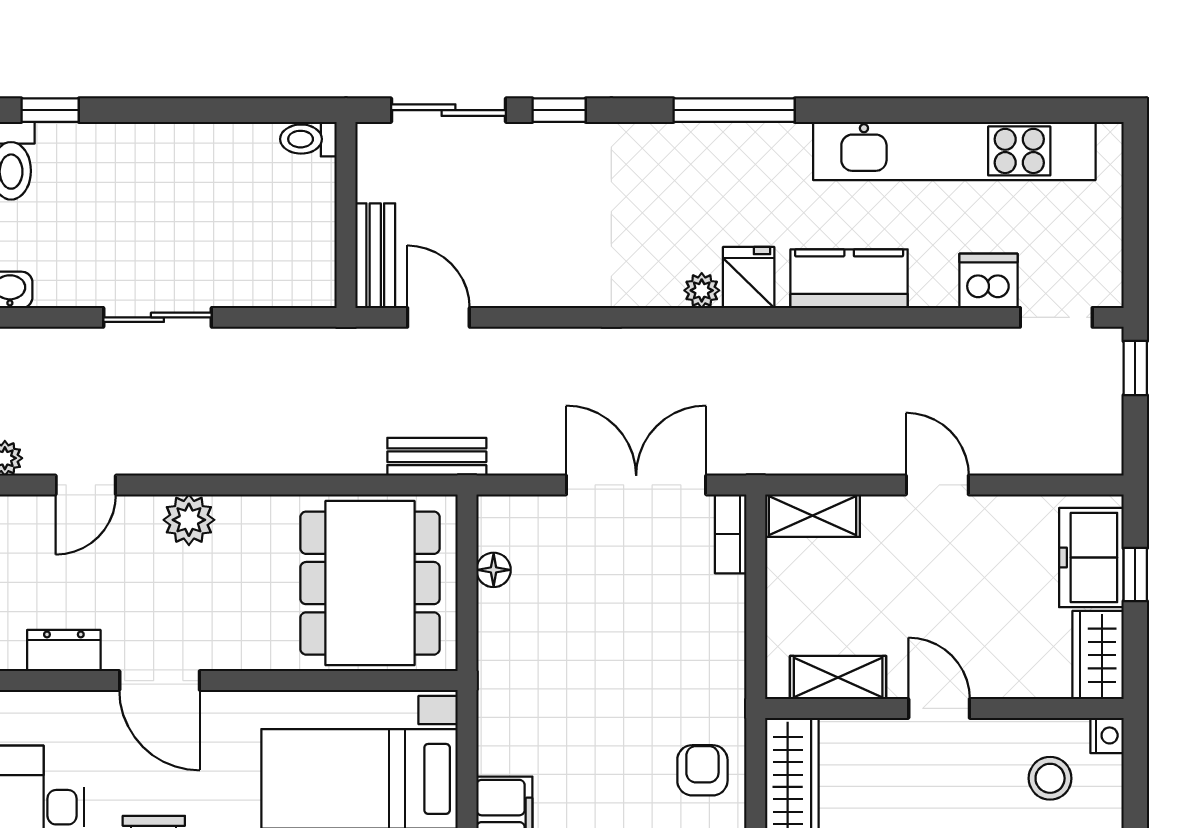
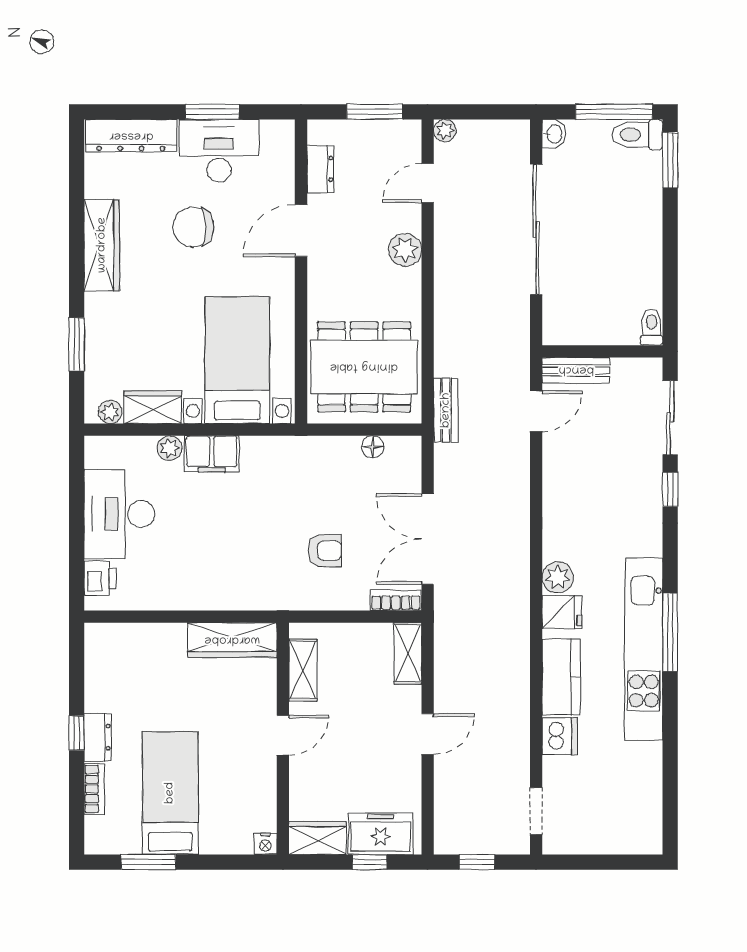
window: (50, 110) -> (670, 160), width x1.50
window: (734, 110) -> (670, 632), moved
kitchen unit: (954, 151) -> (644, 649), moved
dishwasher: (988, 281) -> (560, 736), moved
plant: (702, 290) -> (558, 577), width x1.38, depth x1.38
sliding door: (157, 317) -> (536, 229), width x1.86
window: (1135, 368) -> (477, 862), moved
door: (86, 485) -> (428, 183), hinge flipped
double door: (636, 485) -> (428, 539), swing flipped
armchair: (702, 770) -> (325, 551), moved
stool: (1050, 778) -> (238, 807), removed

